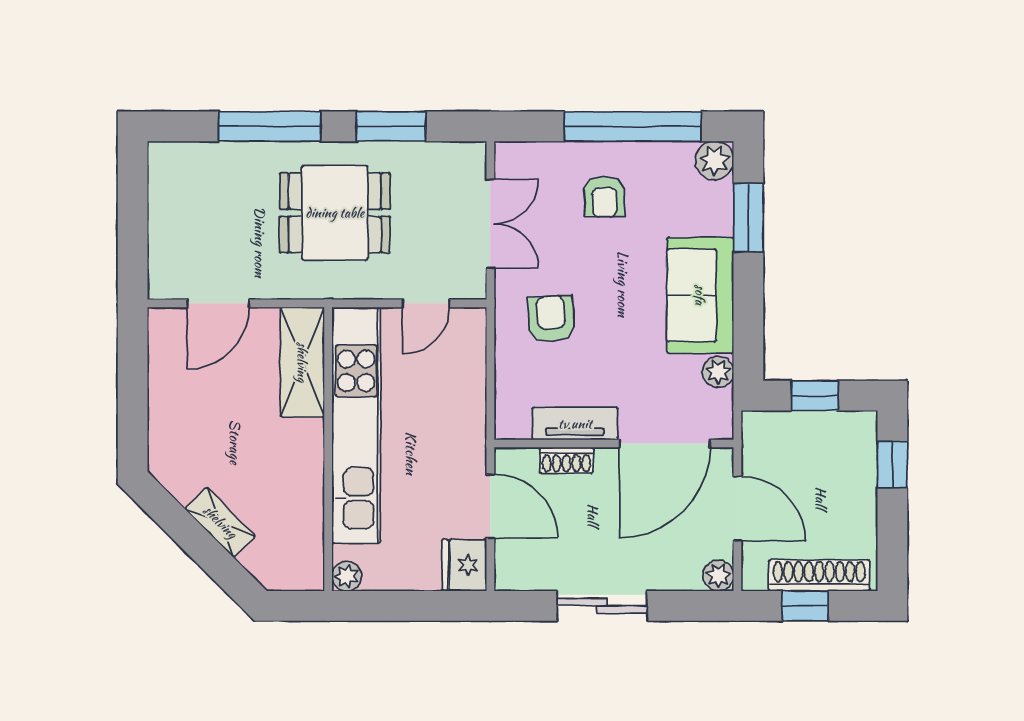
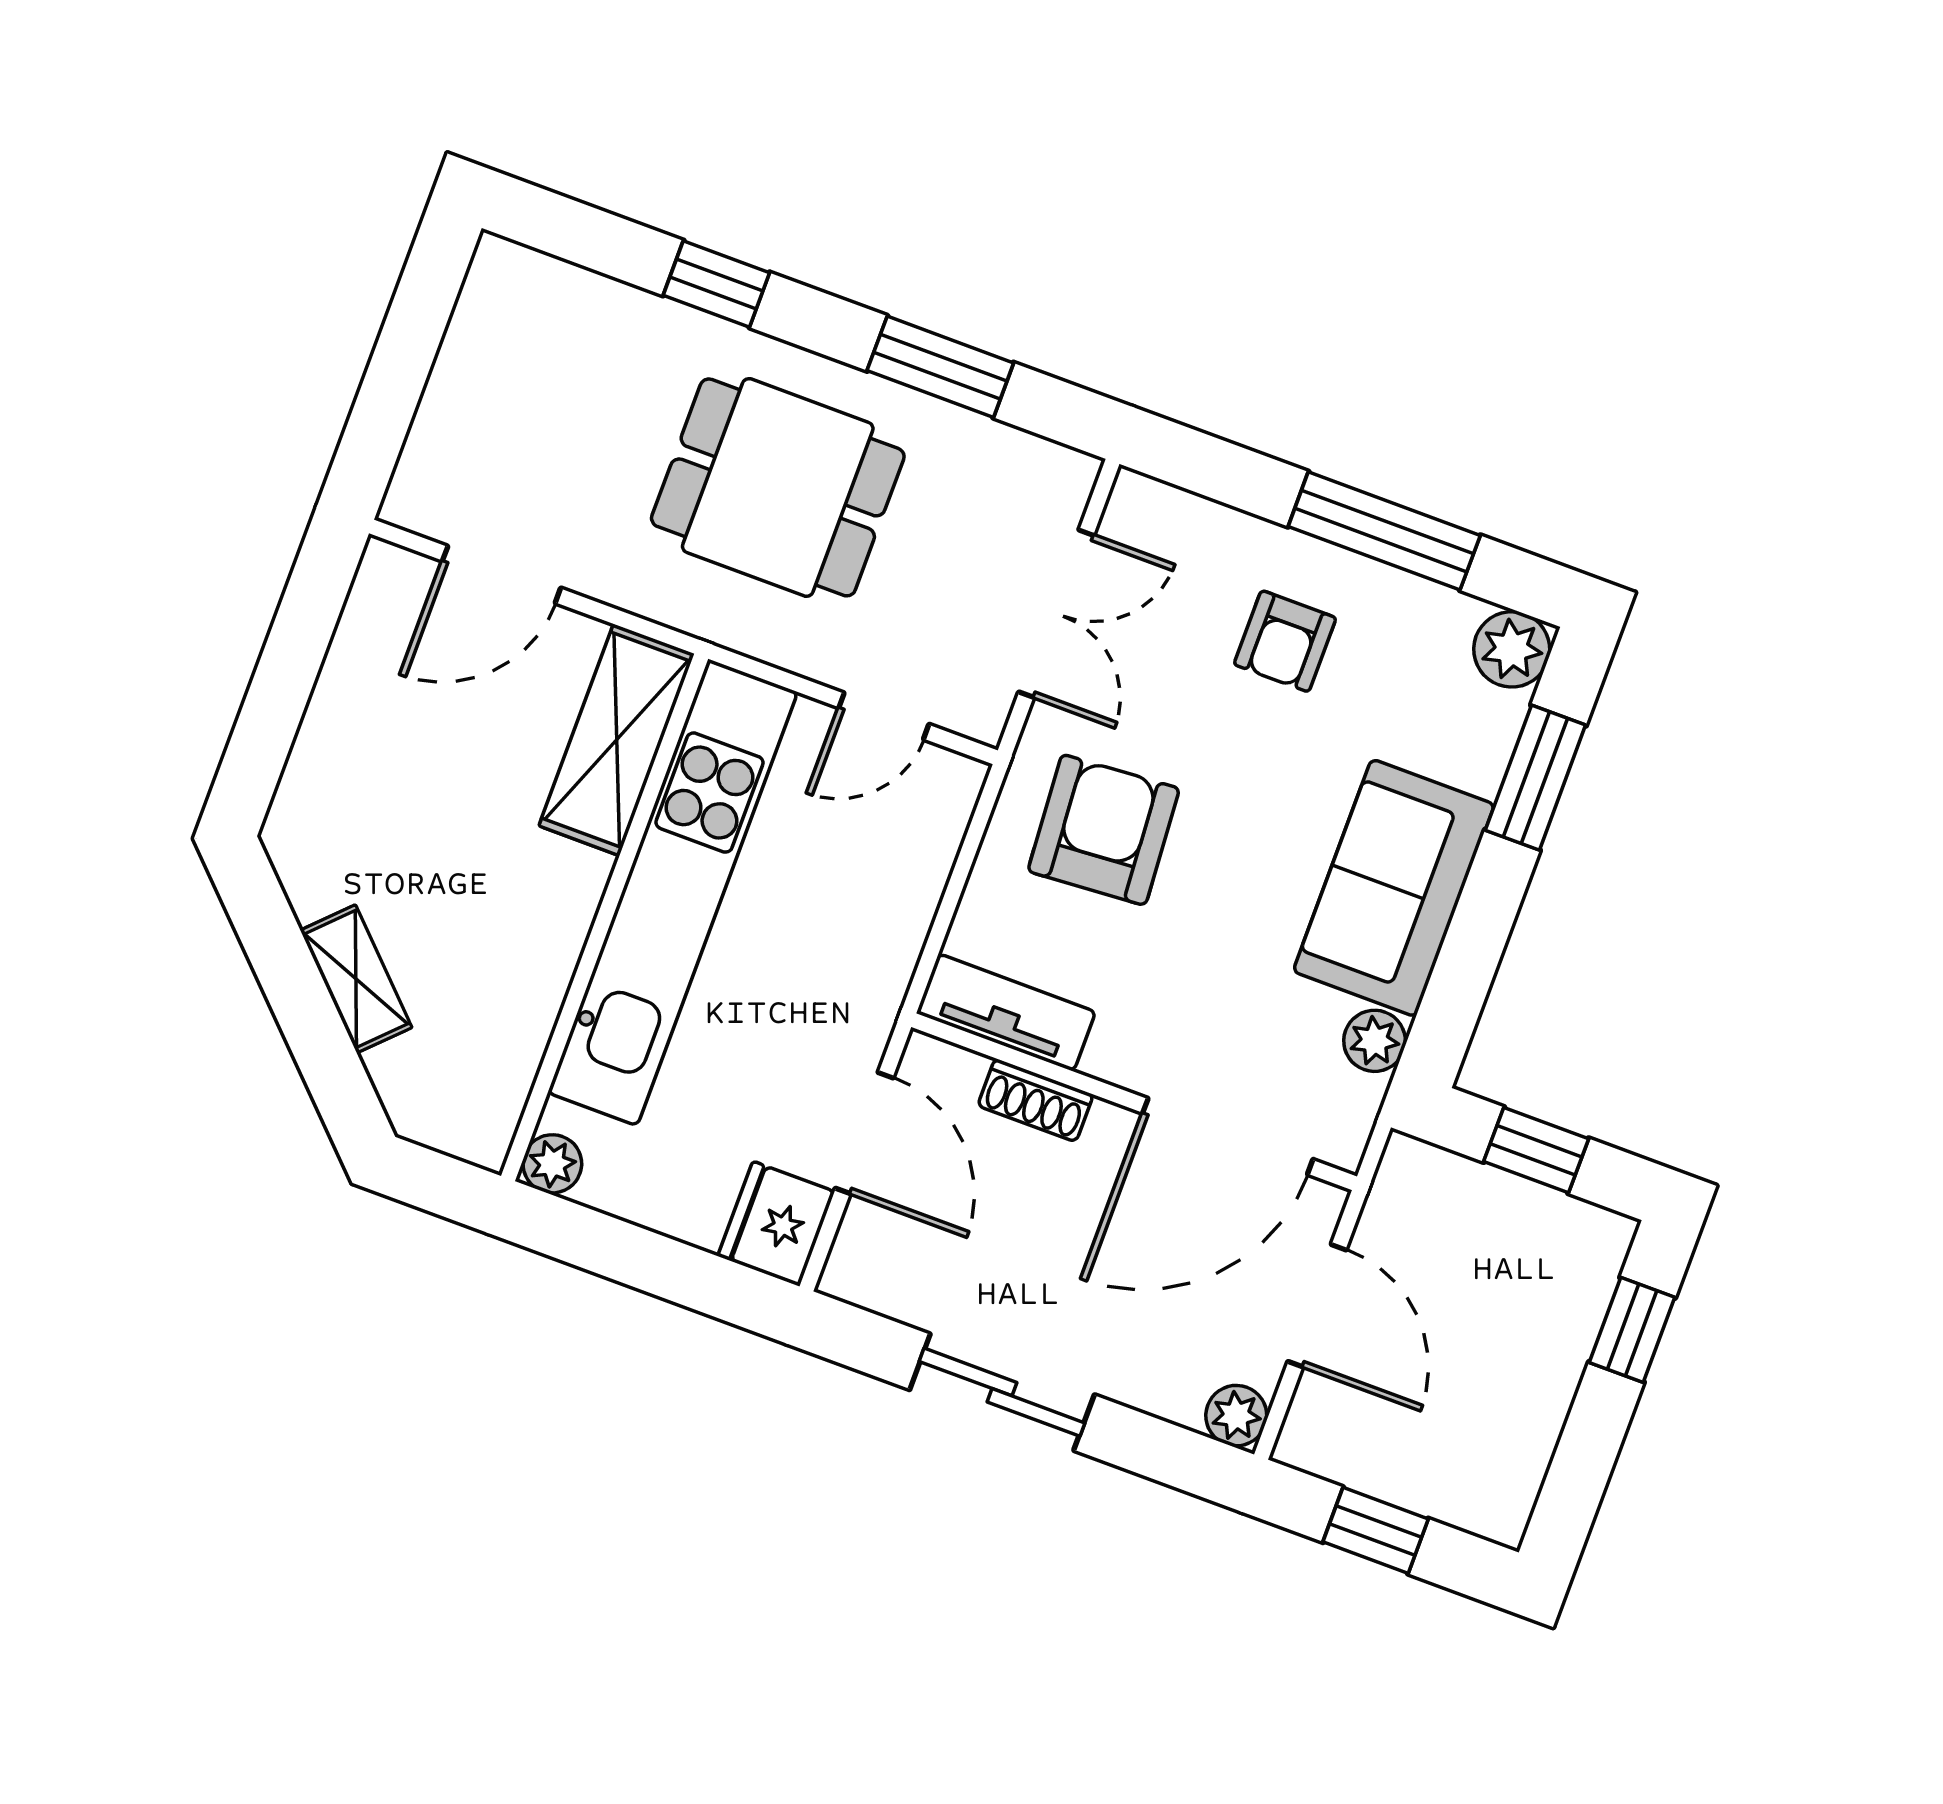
window: (269, 126) -> (716, 284), width x0.46
window: (632, 126) -> (1384, 531), width x0.68
armchair: (551, 319) -> (1104, 830), width x1.38, depth x1.38
tv unit: (575, 424) -> (1006, 1012), moved
shoe rack: (819, 575) -> (1422, 1484), removed

